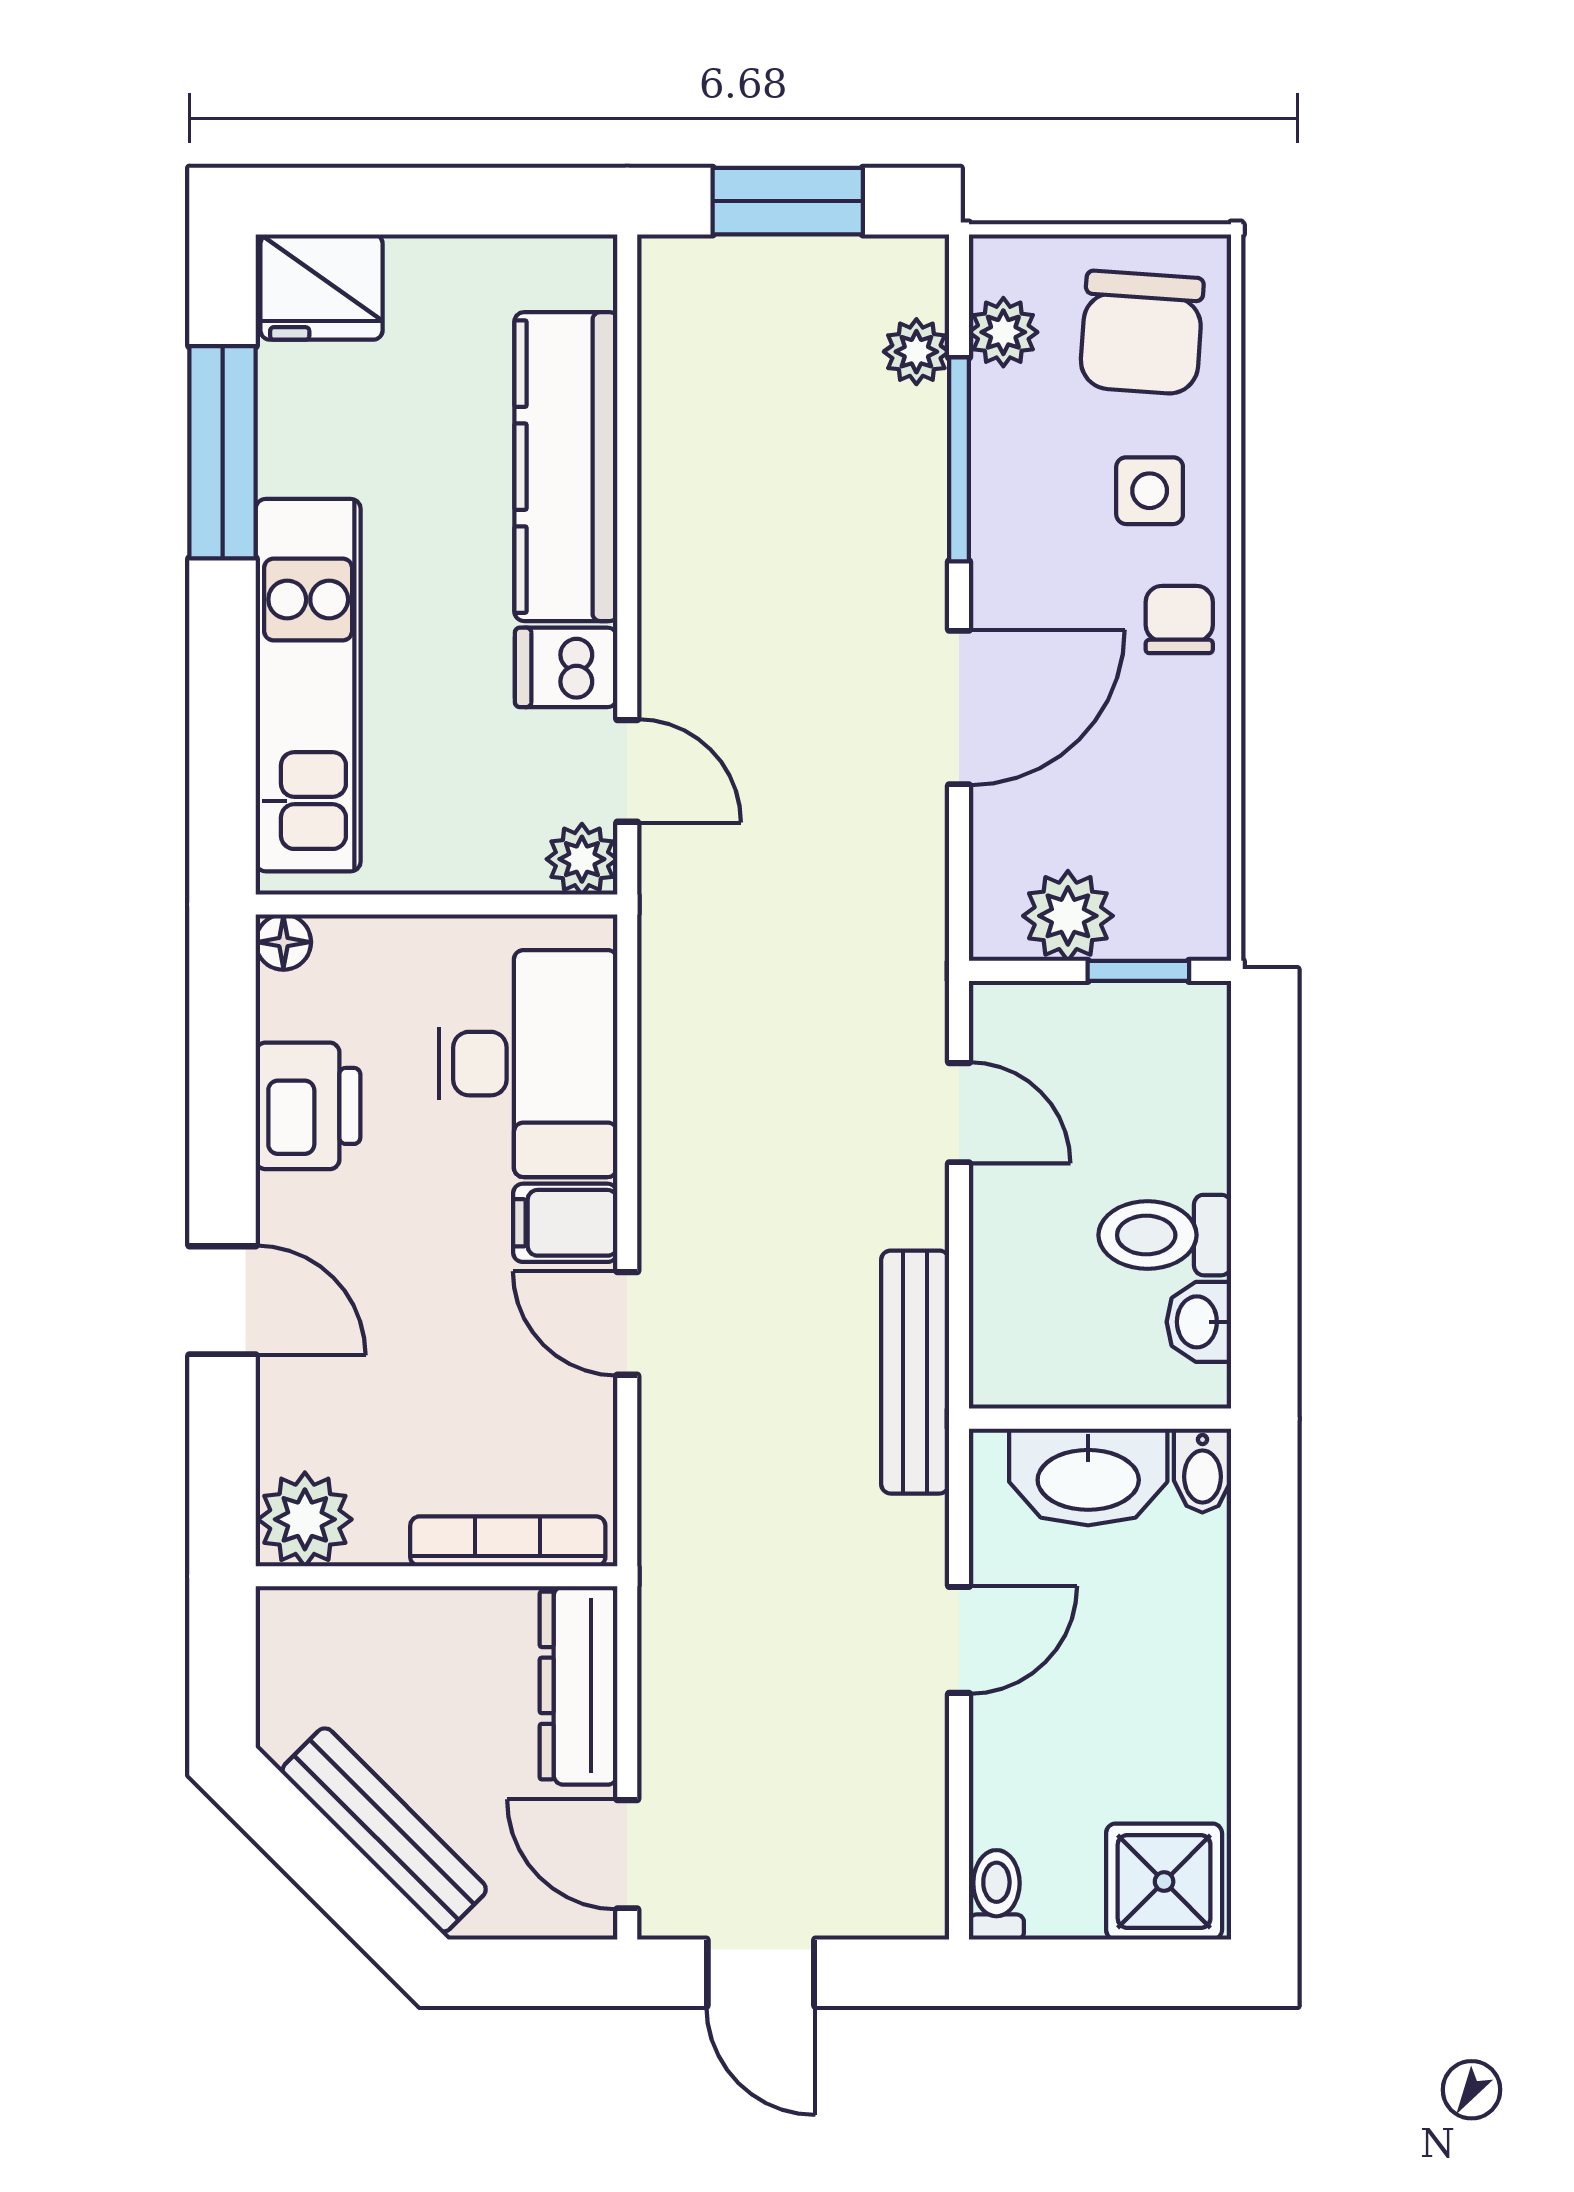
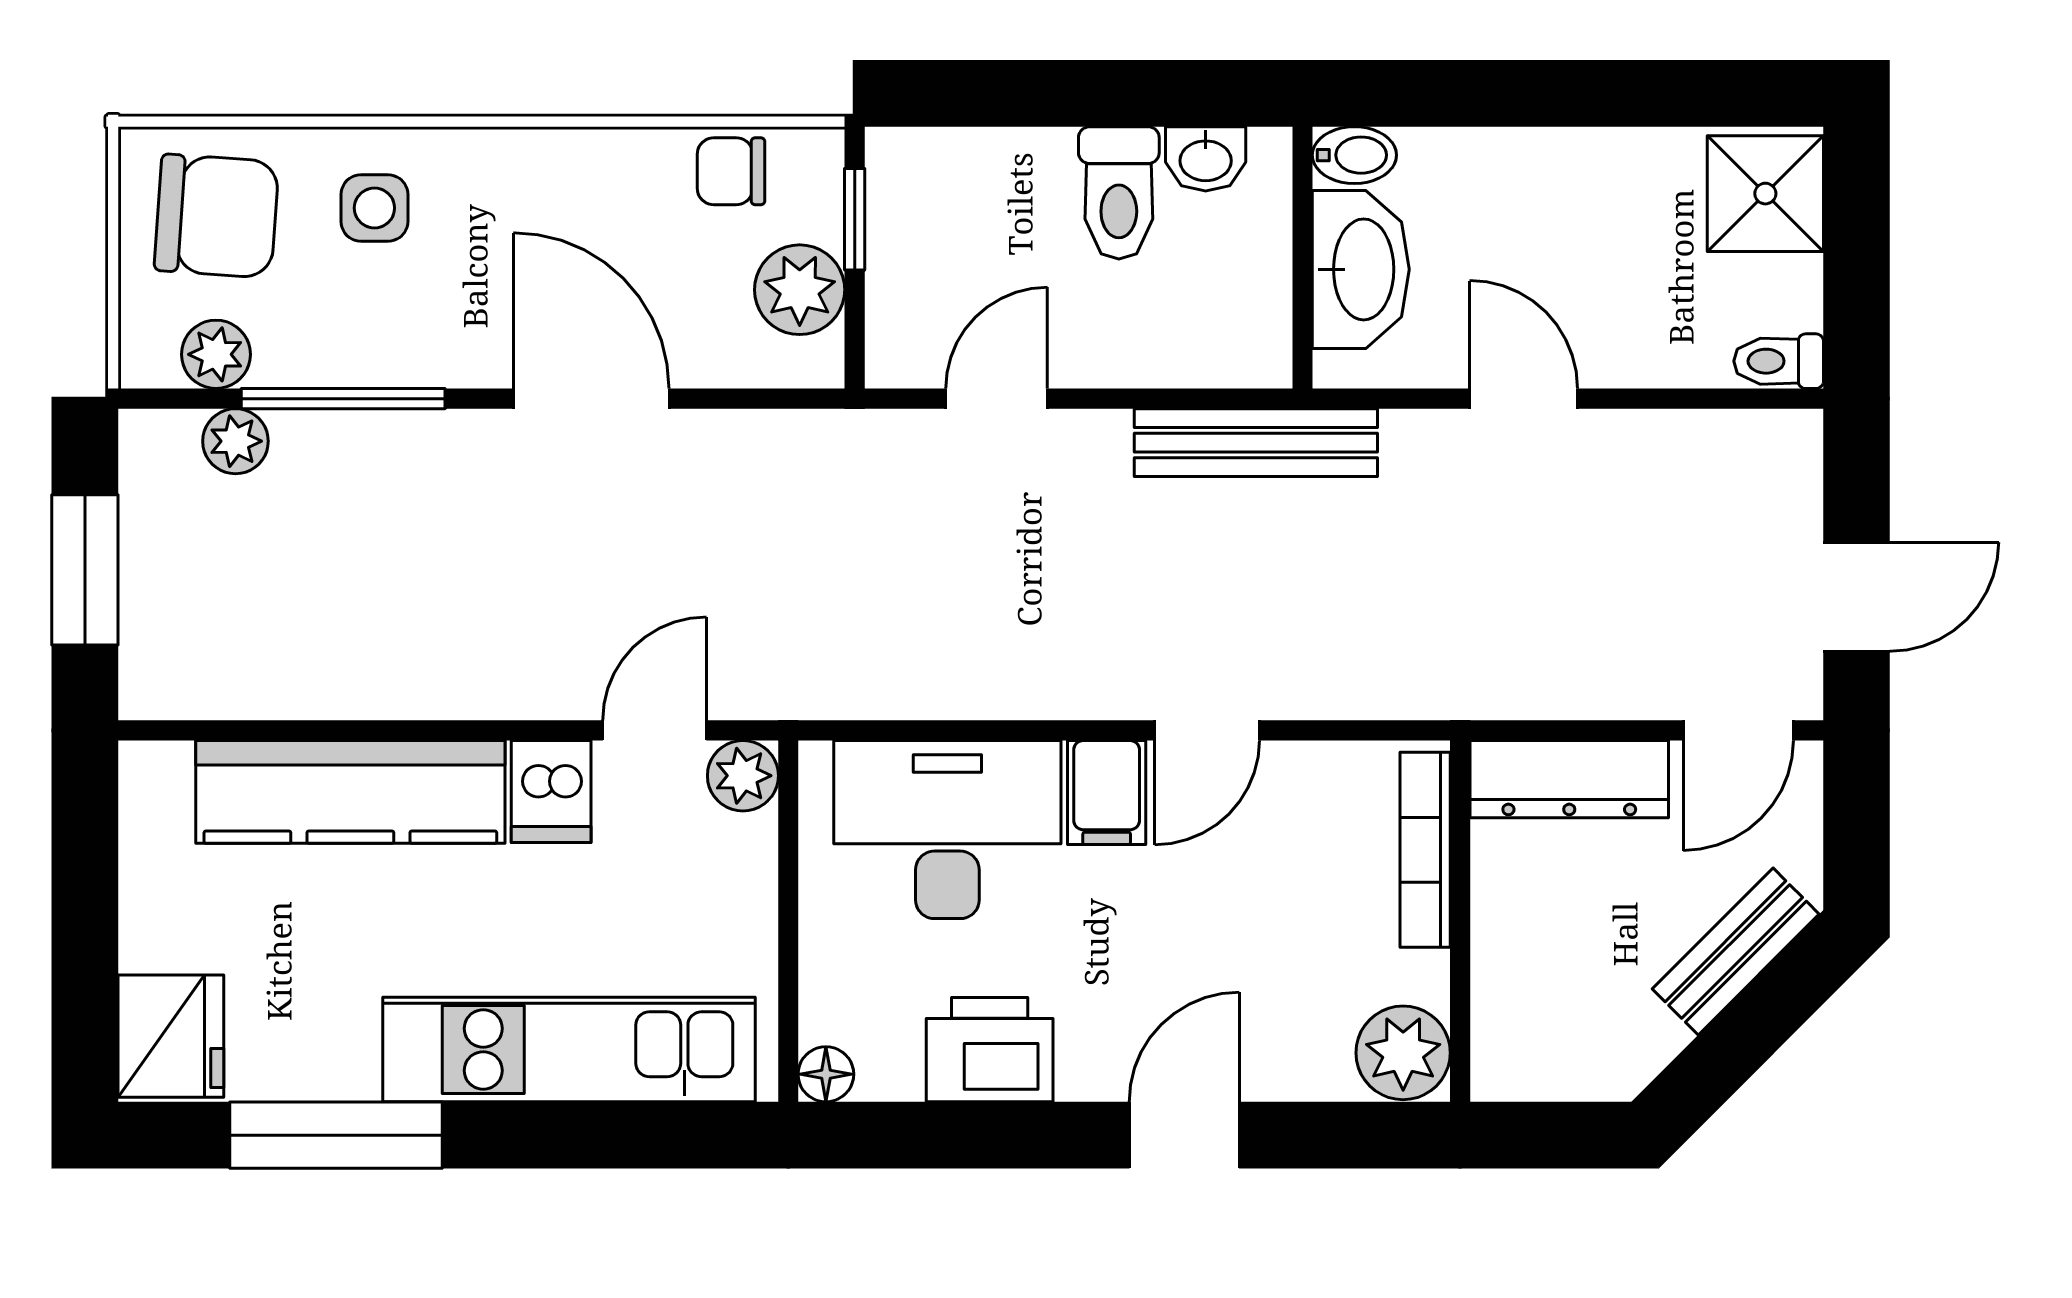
chair: (1179, 620) -> (731, 171), moved
bench: (384, 1830) -> (1736, 951), width x0.73

